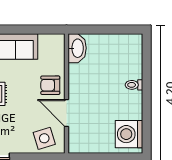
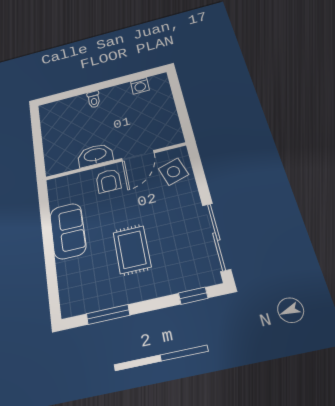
washbasin: (77, 48) -> (95, 155), moved
washing machine: (129, 134) -> (140, 86), width x0.53, depth x0.53

